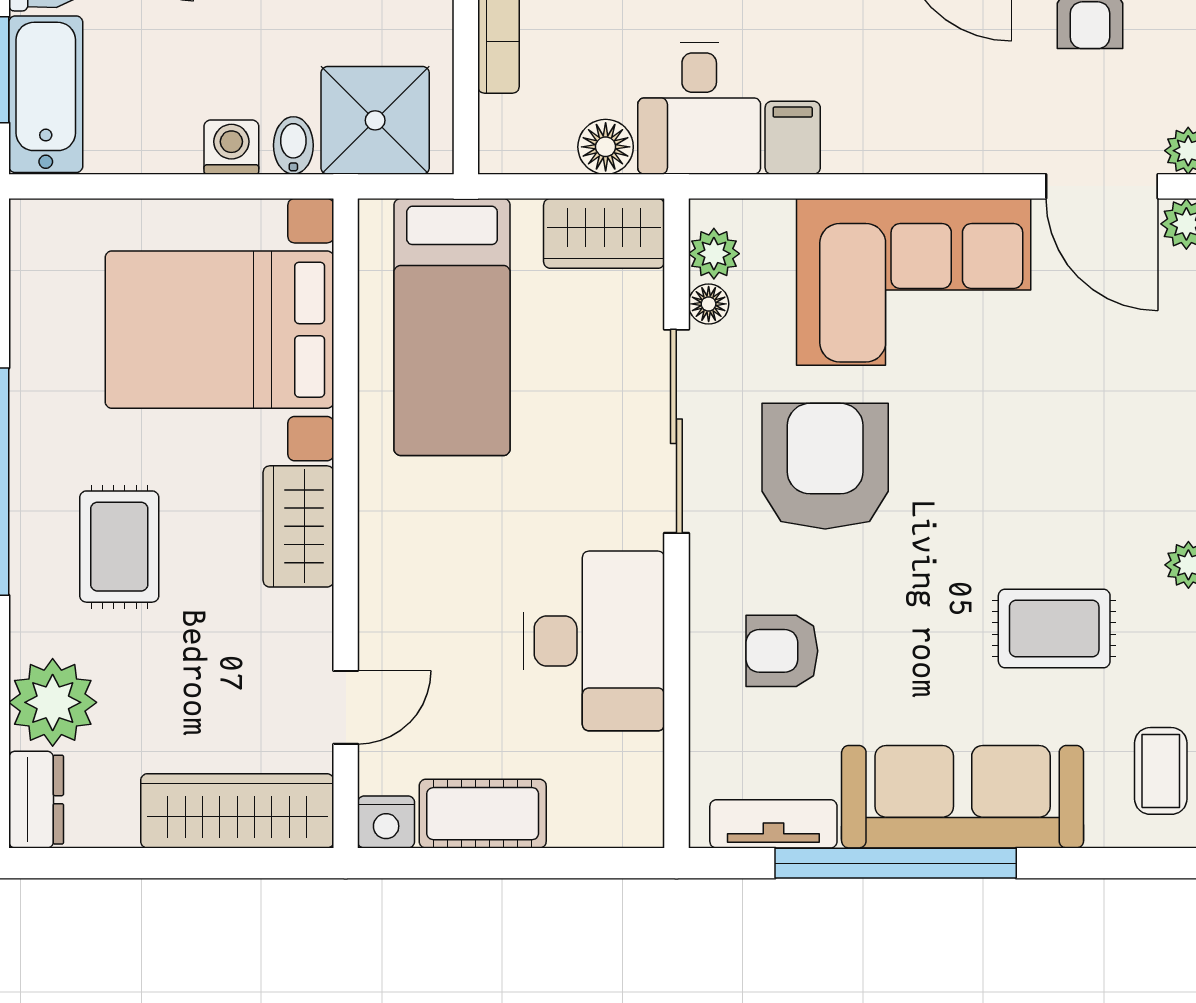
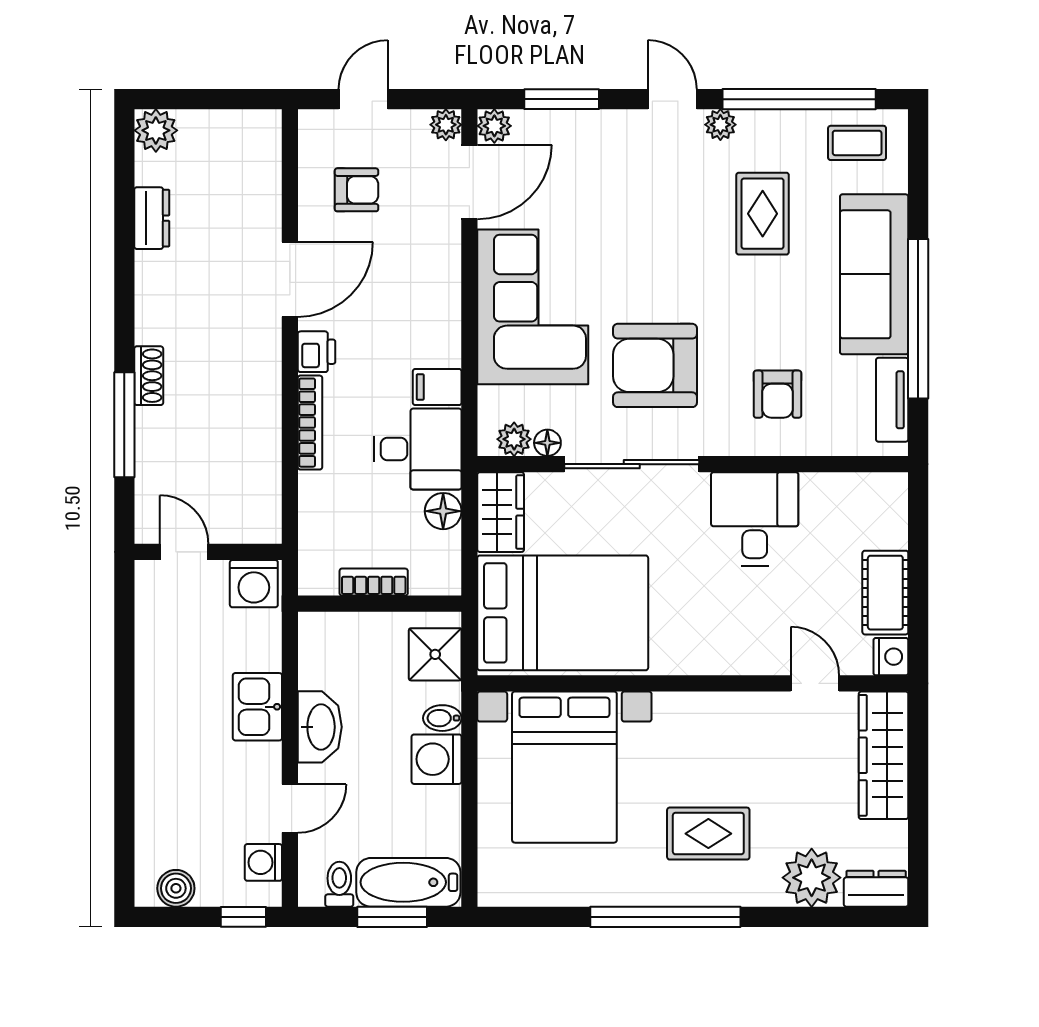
shower: (375, 120) -> (435, 654), width x0.73, depth x0.73
washing machine: (231, 147) -> (437, 759), width x1.38, depth x1.38
bed: (452, 327) -> (563, 613), width x1.50
wardrobe: (298, 526) -> (695, 715), removed
desk: (594, 641) -> (755, 519), width x0.73

